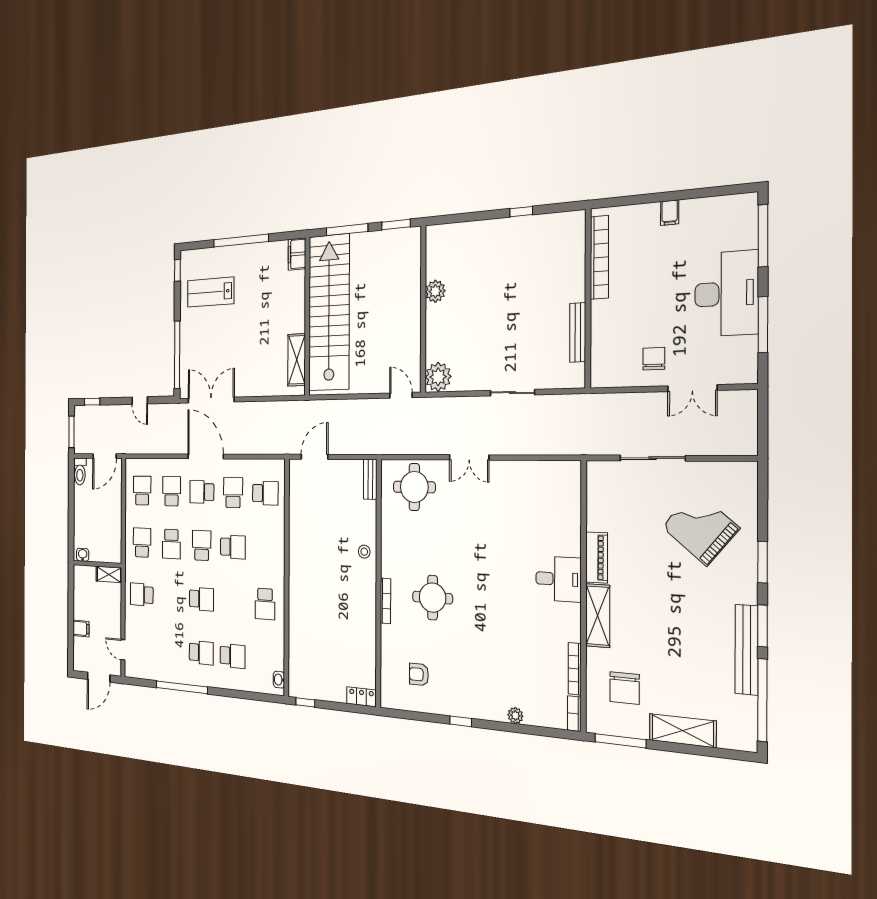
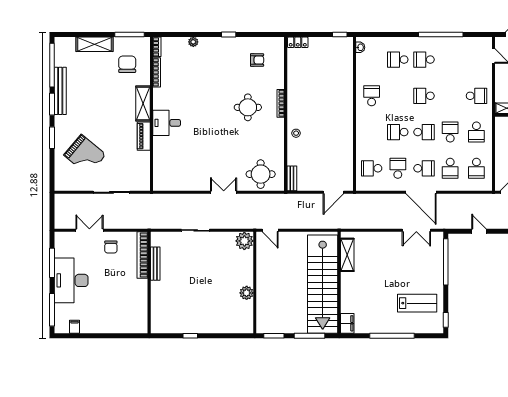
filing cabinet: (670, 213) -> (75, 327), moved
bookcase: (599, 257) -> (142, 255), moved
double door: (211, 400) -> (416, 230), width x0.73
school desk: (233, 493) -> (398, 168), turned 180
school desk: (202, 545) -> (424, 132), turned -90

